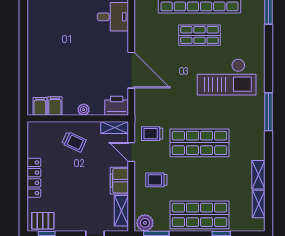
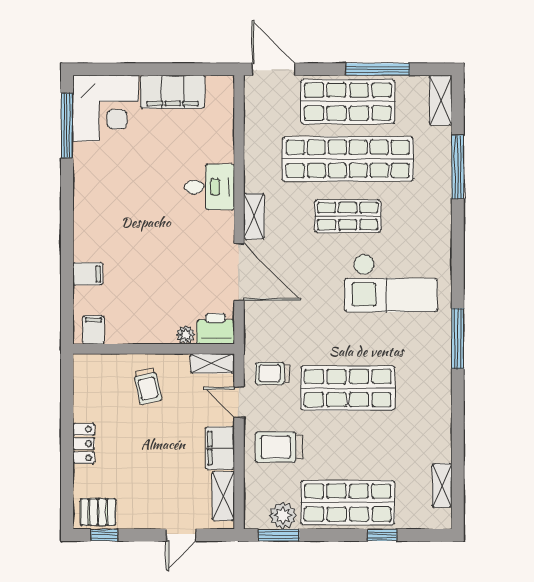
filing cabinet: (55, 106) -> (88, 274), moved, turned 90
plant: (84, 110) -> (186, 335), moved
trolley: (74, 142) -> (148, 386), turned 53
shelving: (258, 175) -> (254, 216), moved
locker: (34, 178) -> (84, 444), width x0.66
trolley: (156, 180) -> (279, 447), width x1.36, depth x1.39
plant: (145, 223) -> (283, 515), moved

